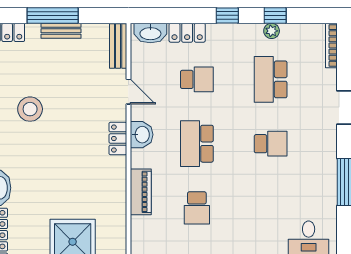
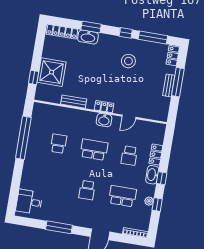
washbasin: (150, 33) -> (152, 175), moved
bench: (118, 46) -> (74, 102), moved
piano: (141, 192) -> (73, 114), removed
school desk: (197, 208) -> (59, 144), turned 90

